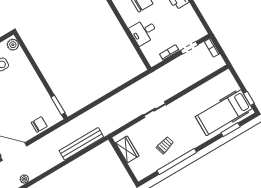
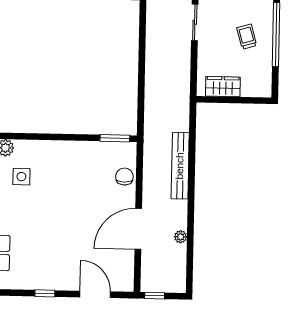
bench: (81, 144) -> (180, 166), moved

